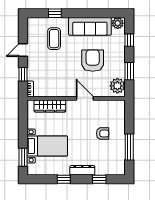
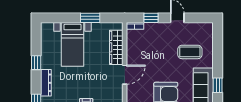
window: (55, 13) -> (218, 85), moved
door: (85, 98) -> (125, 75), moved
window: (23, 157) -> (90, 18), moved

